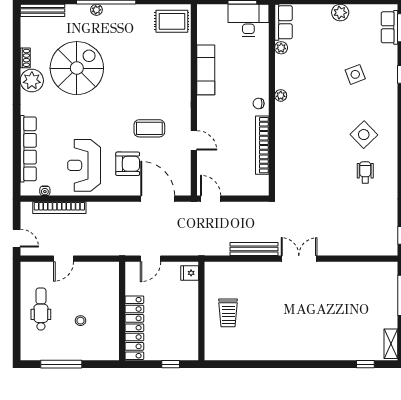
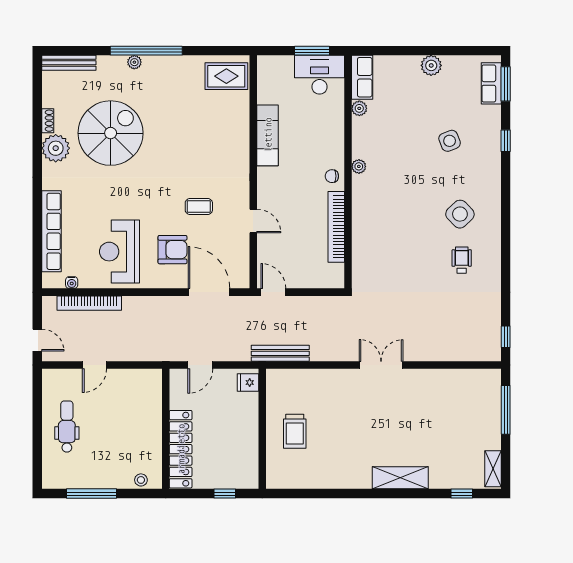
coffee table: (149, 128) -> (199, 206), width x0.73, depth x0.77
bench: (254, 249) -> (280, 353), moved
stool: (80, 321) -> (141, 480), moved
shelving: (315, 351) -> (400, 478), added

